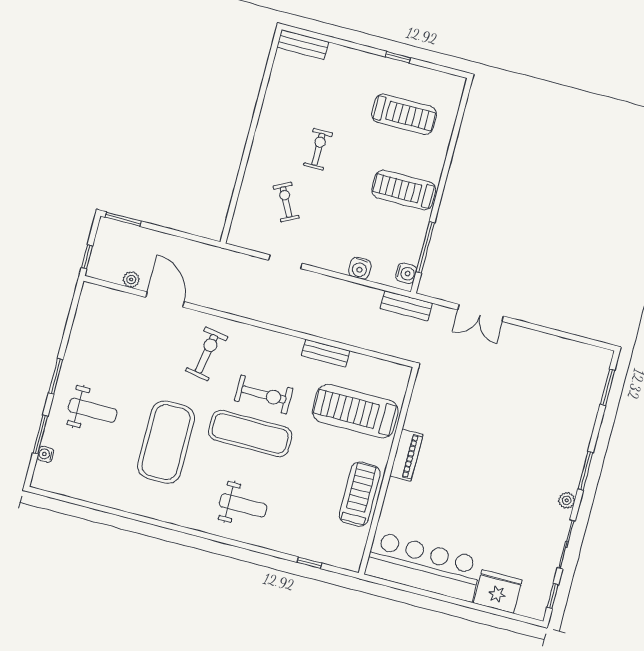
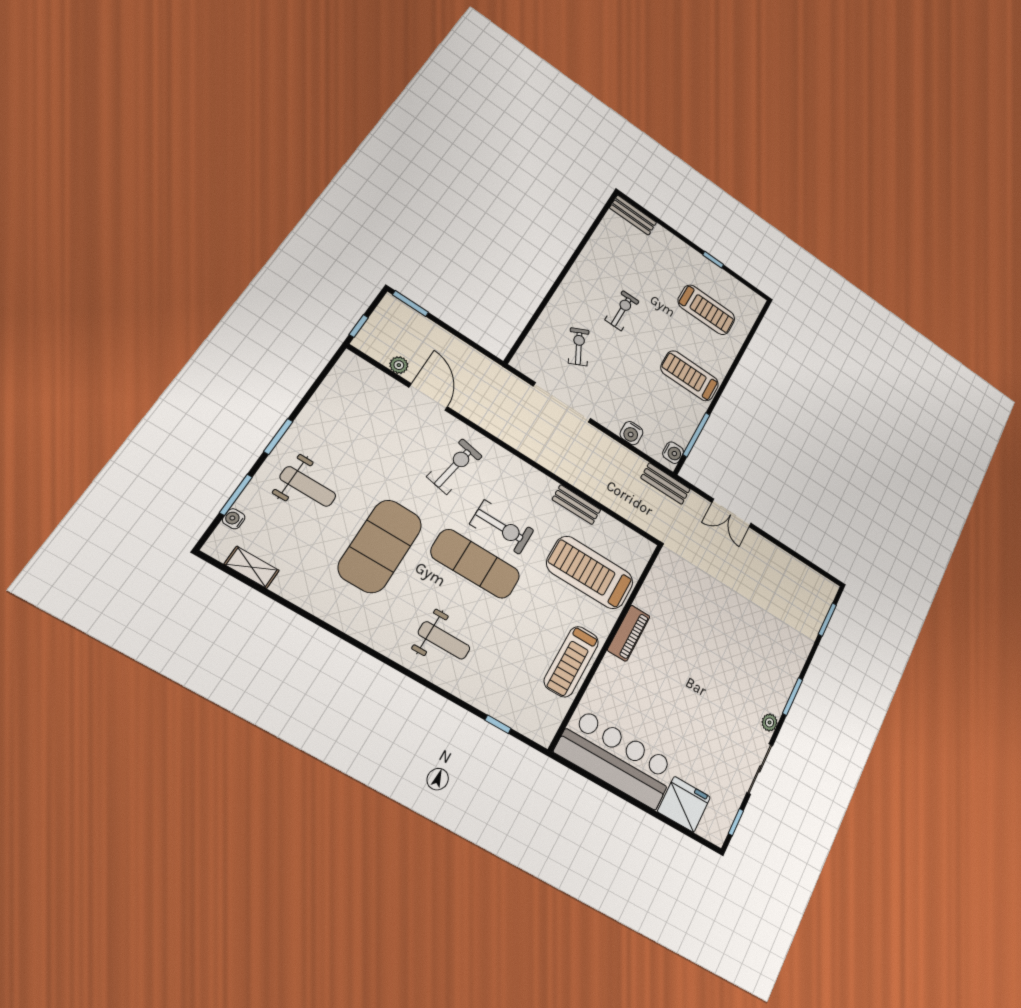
doorway: (285, 262) -> (562, 402), width x1.88
shelving: (72, 489) -> (252, 567), added
treadmill: (360, 494) -> (571, 662), turned 180

